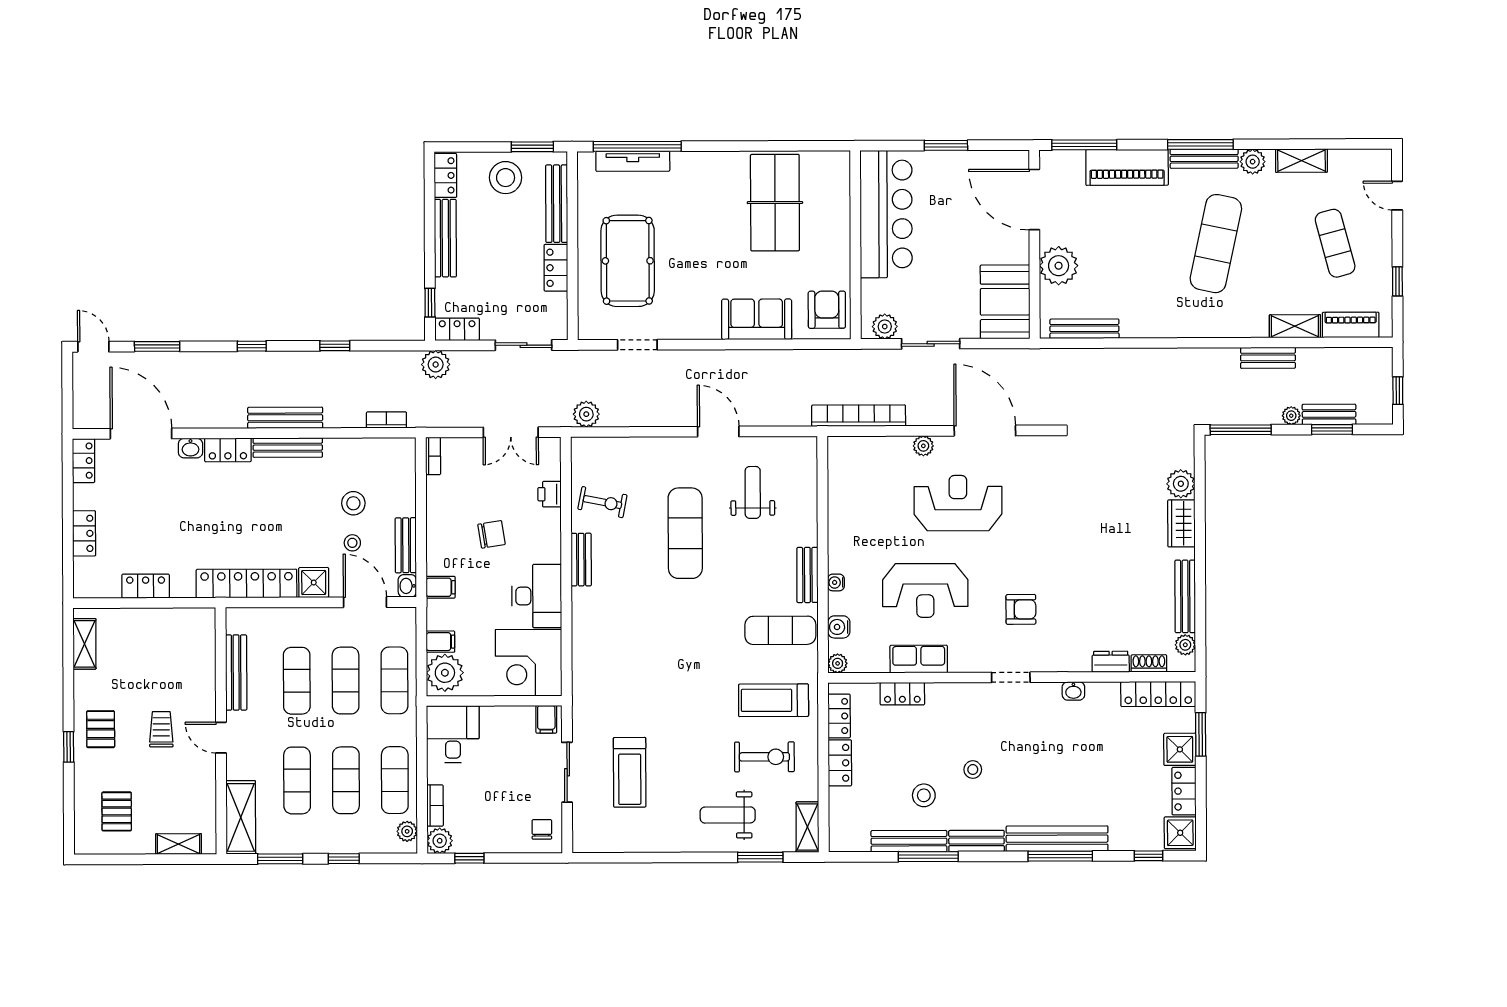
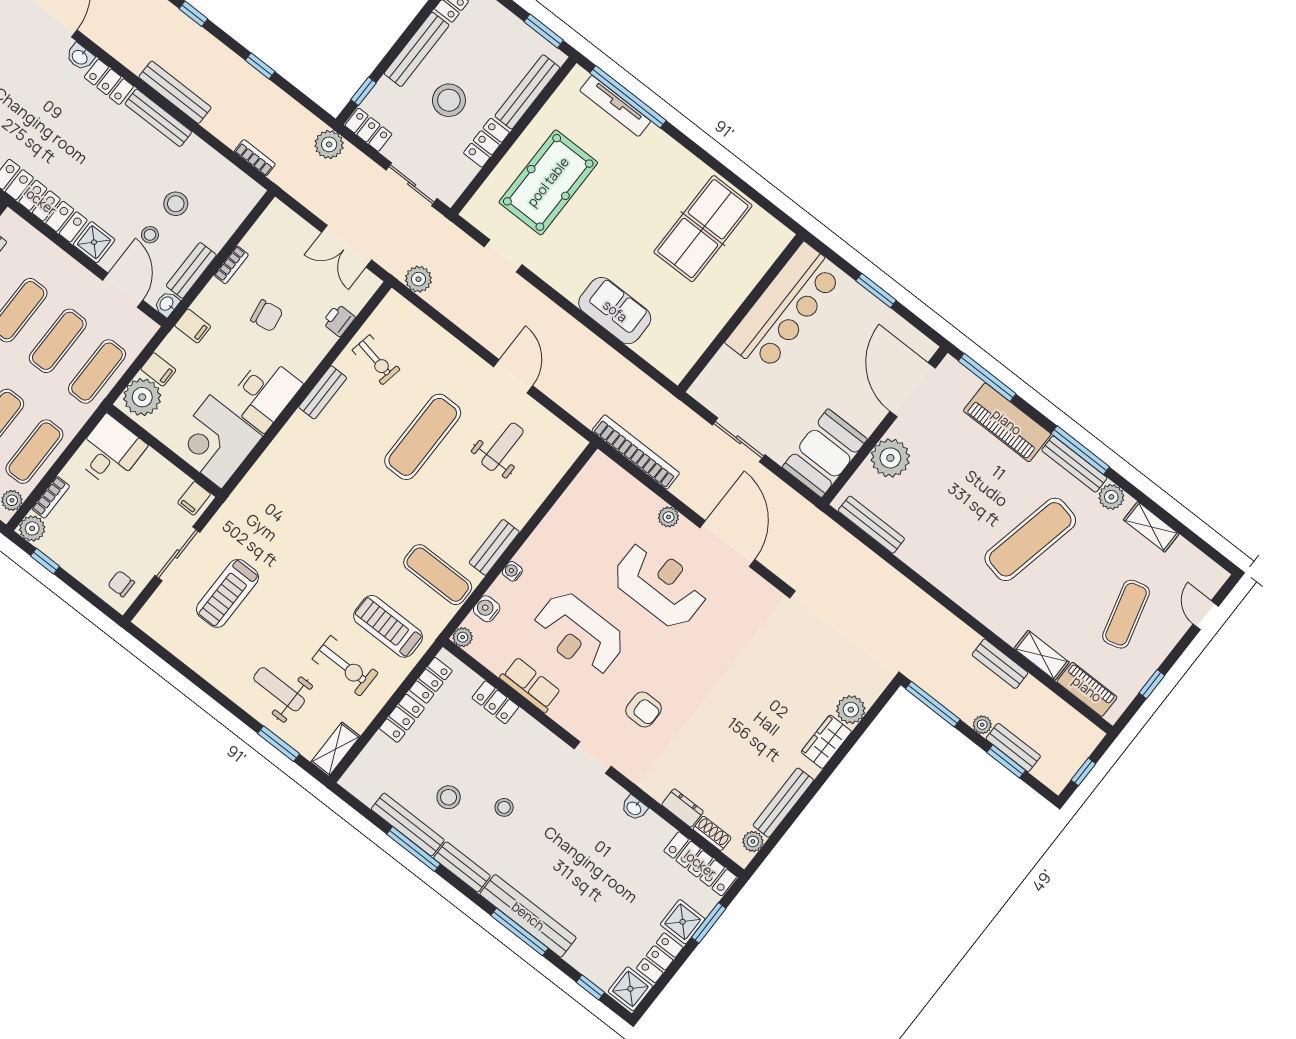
stool: (506, 178) -> (449, 100), moved
armchair: (827, 310) -> (677, 347), removed
plant: (885, 327) -> (713, 397), removed
bookcase: (433, 456) -> (231, 265), moved
chair: (542, 829) -> (121, 584), turned -90

